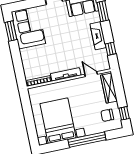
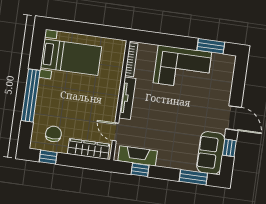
corner sofa: (28, 28) -> (182, 67), moved
fireplace: (98, 36) -> (138, 156), moved
door: (91, 74) -> (116, 132), swing flipped
bed with nightstands: (58, 121) -> (71, 57), width x0.73

